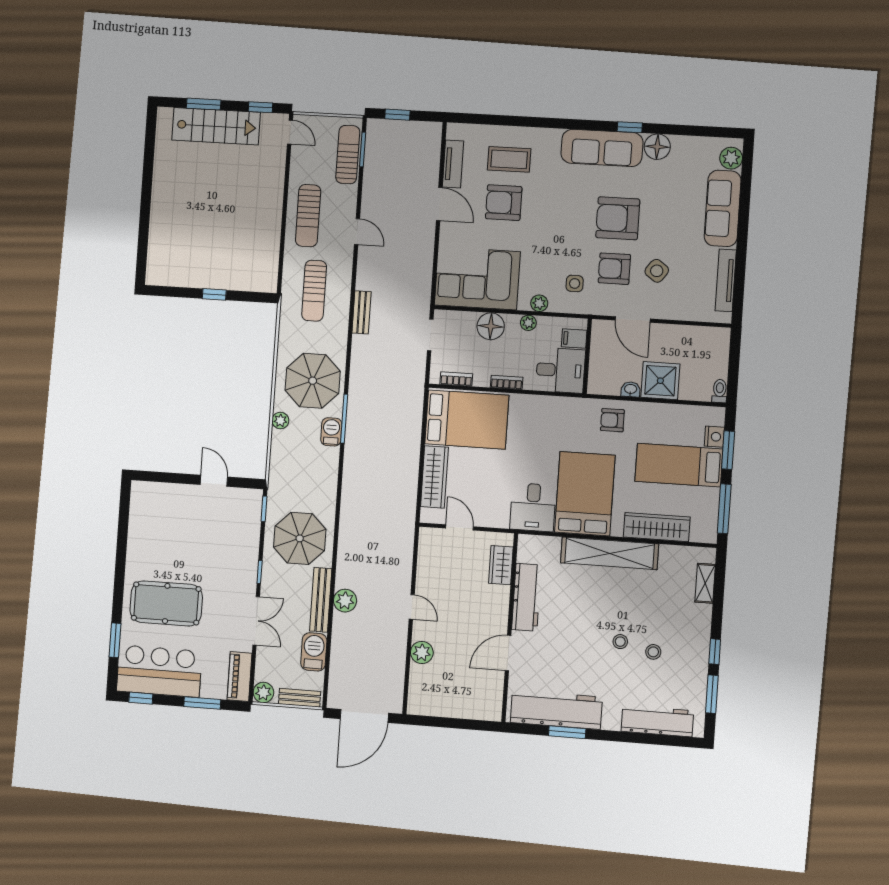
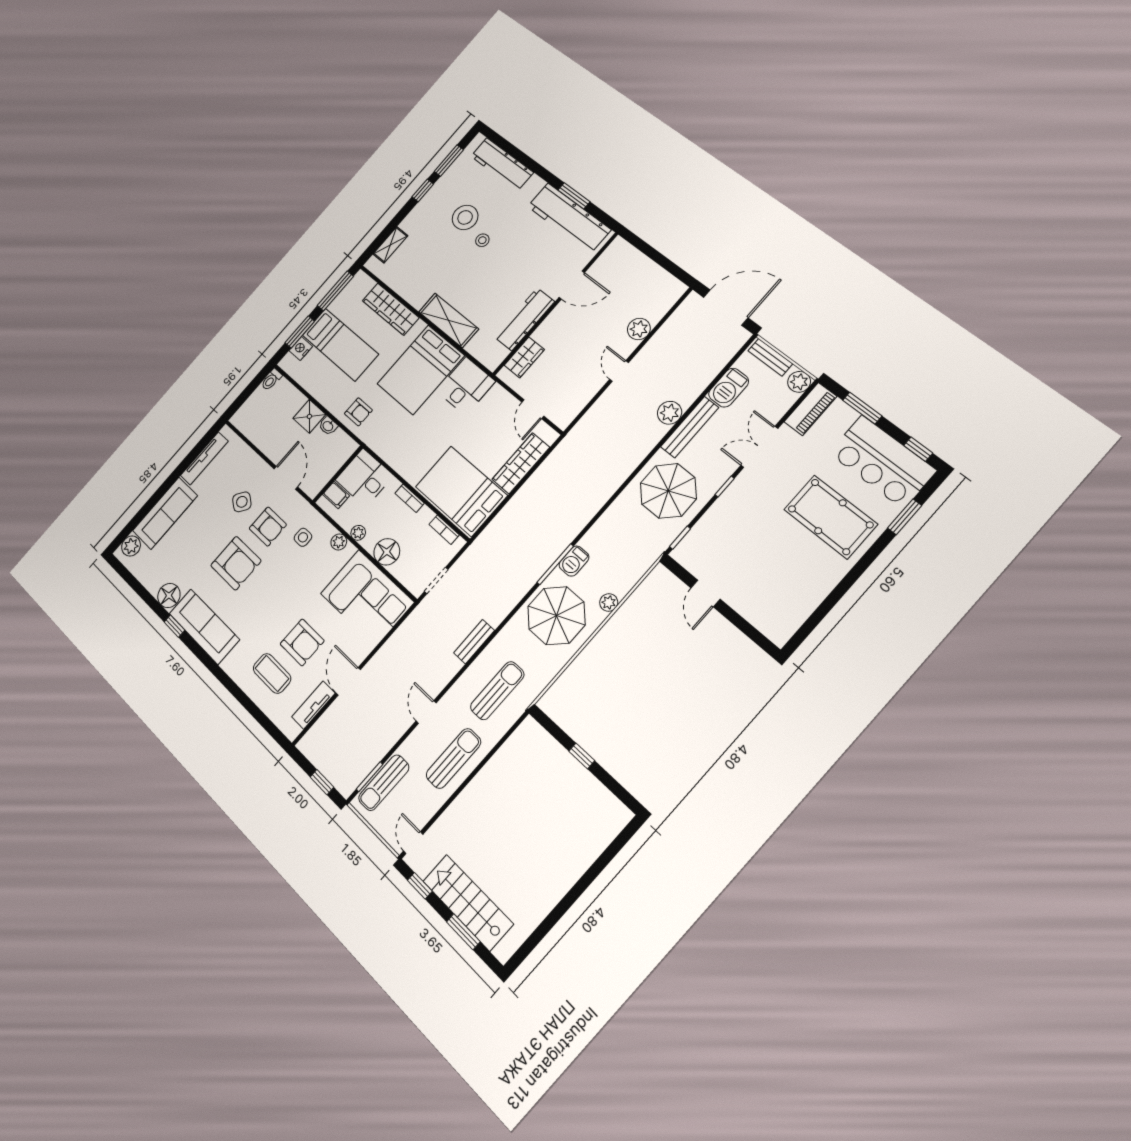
shower: (660, 381) -> (309, 416), width x0.73, depth x0.73
shelving: (610, 553) -> (449, 320), width x0.68
stool: (653, 652) -> (465, 217), width x1.89, depth x1.89

